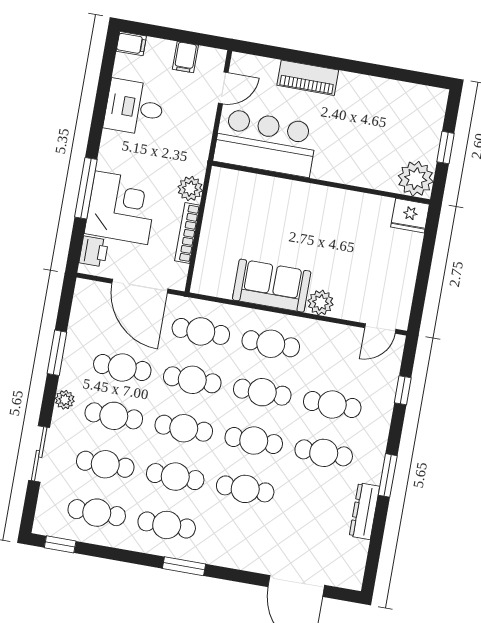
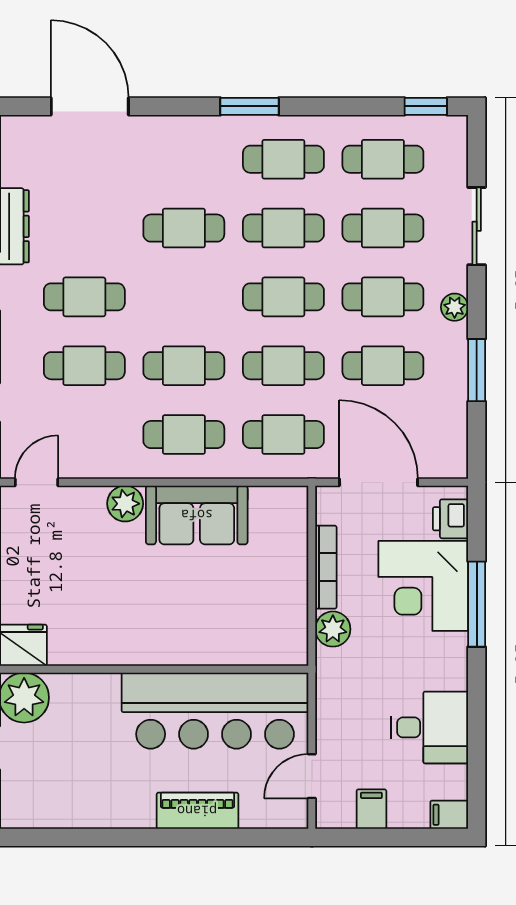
bar counter: (266, 143) -> (215, 711), width x1.36
cafe table: (254, 441) -> (184, 297), removed

